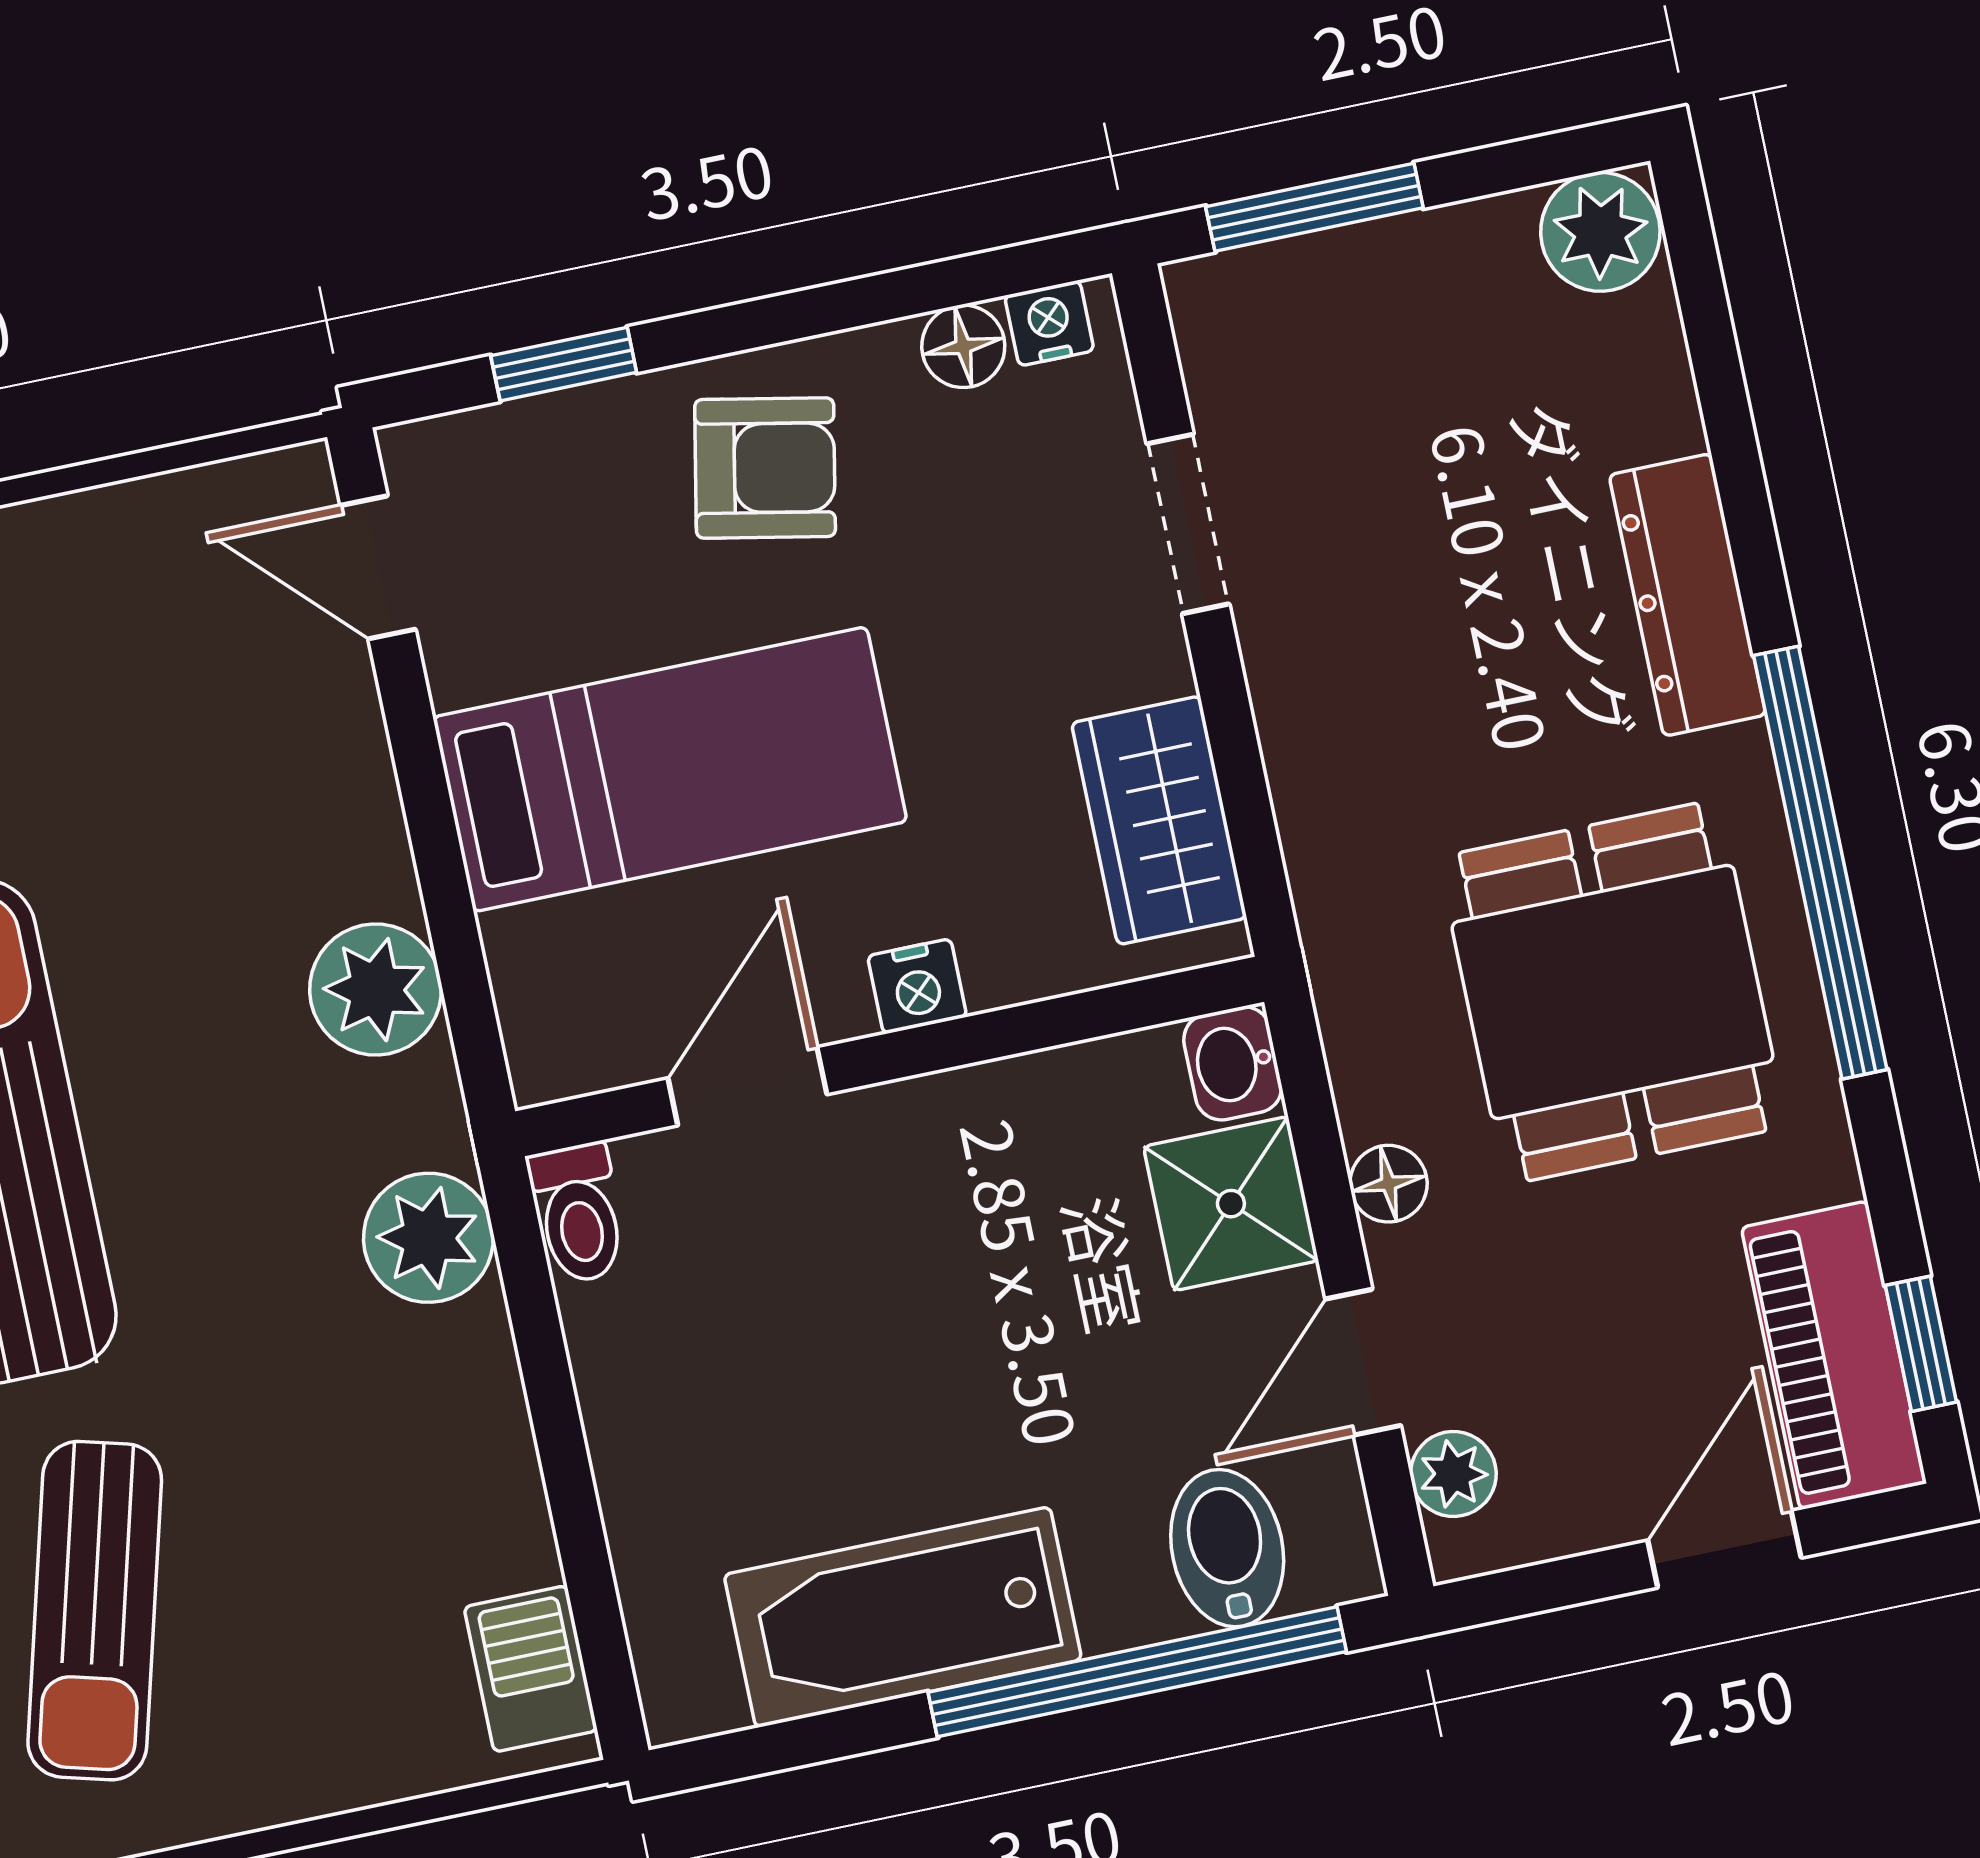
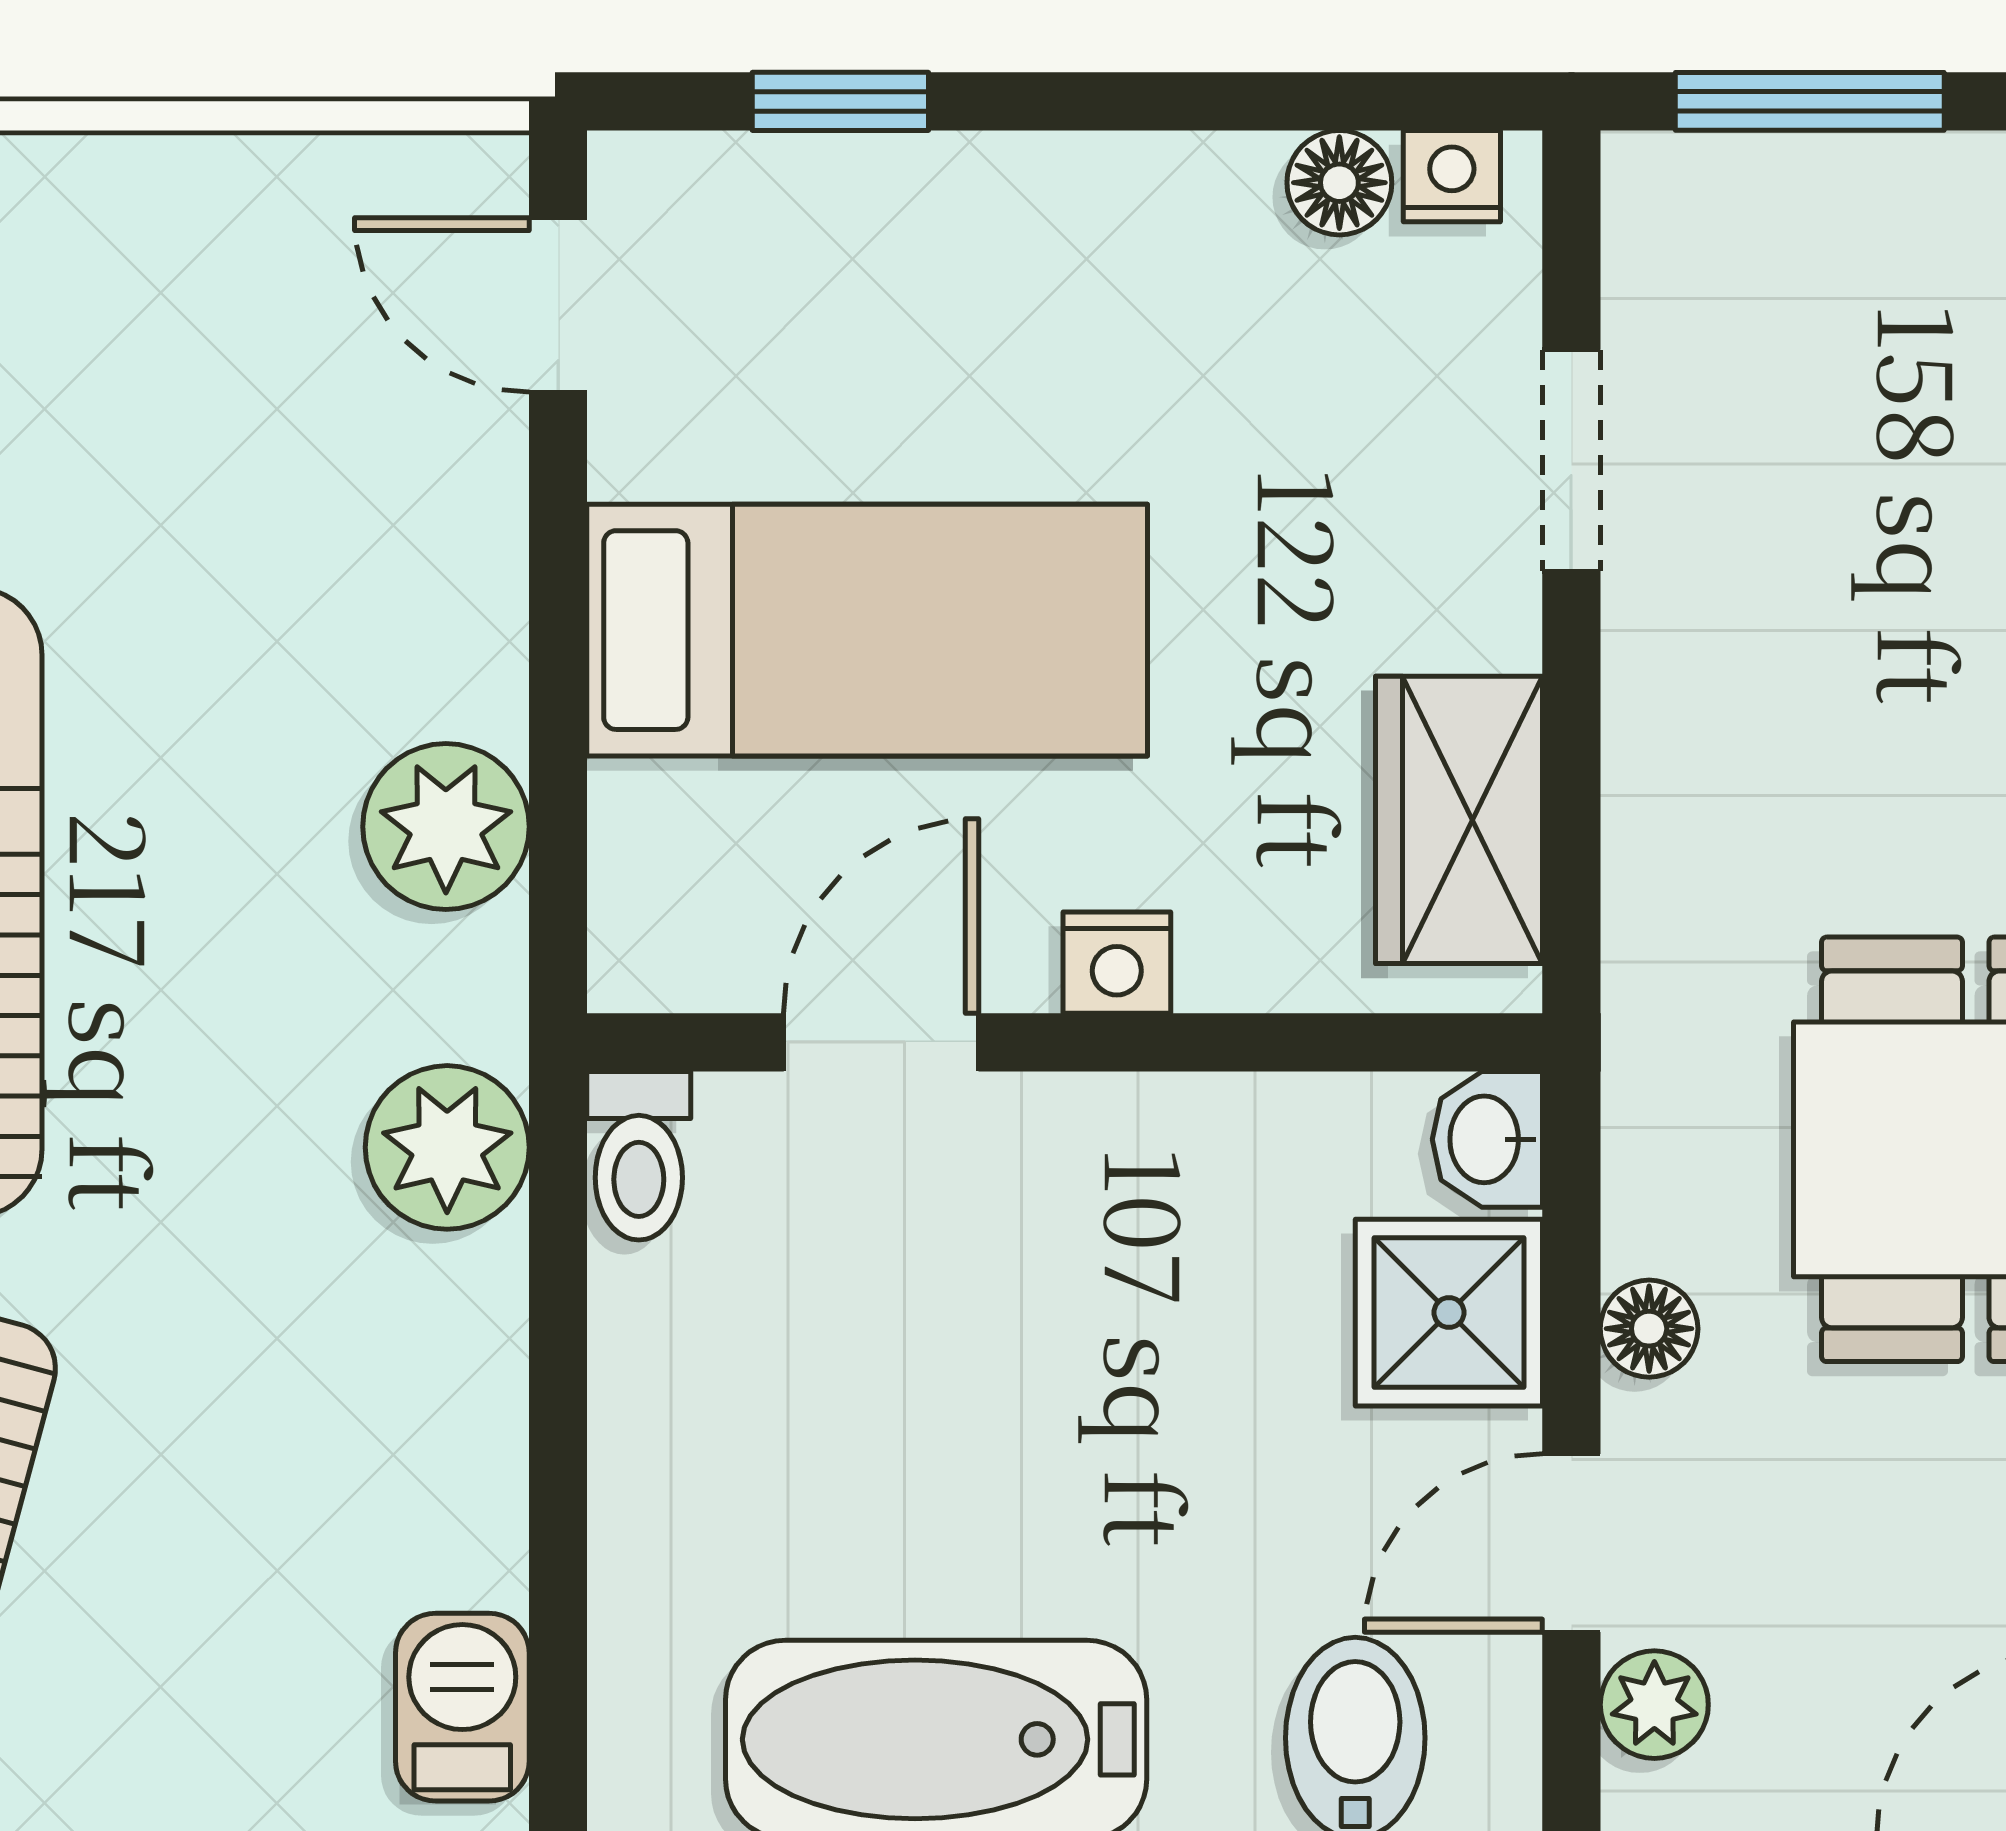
armchair: (765, 468) -> (1063, 282), removed

